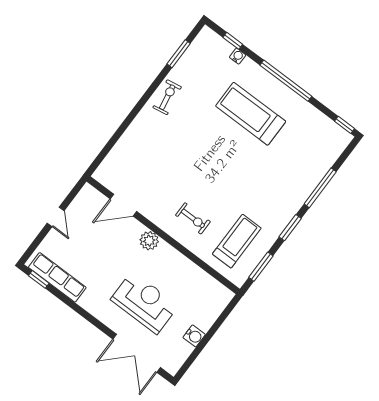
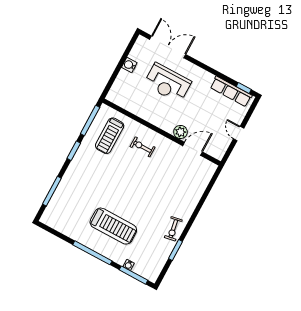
window: (233, 41) -> (133, 275), width x2.17
window: (179, 54) -> (176, 250), moved
window: (344, 125) -> (47, 228), removed
window: (320, 188) -> (52, 191), moved
plant: (149, 241) -> (180, 132), moved
window: (261, 267) -> (90, 120), width x1.44

